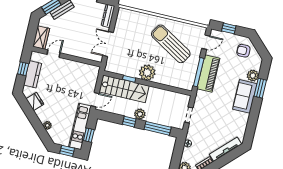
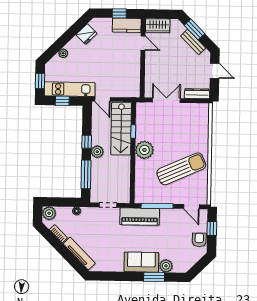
sun lounger: (171, 44) -> (181, 169), turned 35
armchair: (243, 51) -> (199, 240), moved
piano: (208, 73) -> (140, 217), moved
kitchen counter: (33, 74) -> (127, 25), moved

